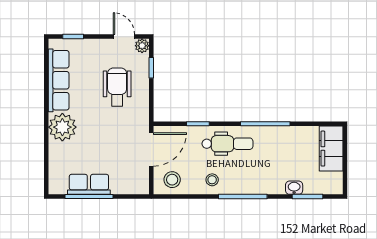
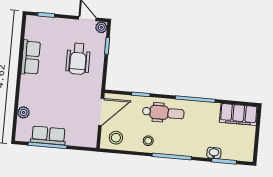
row of seats: (59, 80) -> (31, 57), width x0.68
wheelchair: (117, 87) -> (78, 59), turned 180
plant: (62, 127) -> (23, 112), moved, width x0.53, depth x0.53
filing cabinet: (331, 149) -> (239, 114), moved, turned -90

